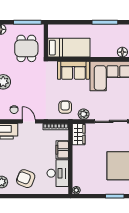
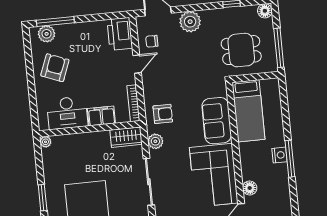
nightstand: (102, 29) -> (280, 155), added

